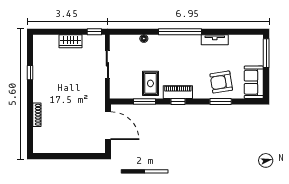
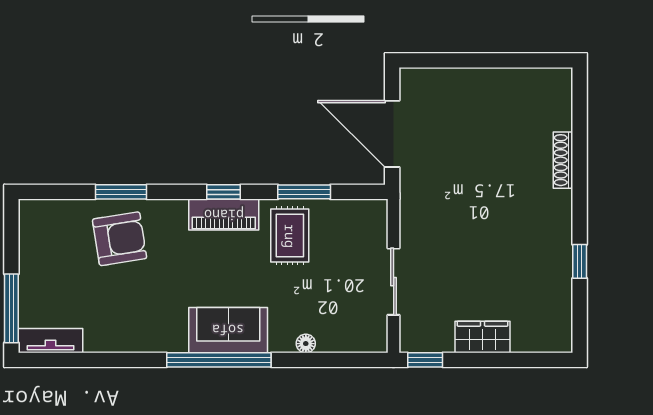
tv unit: (215, 40) -> (51, 341), moved
sofa: (254, 82) -> (228, 330), moved, turned -90

